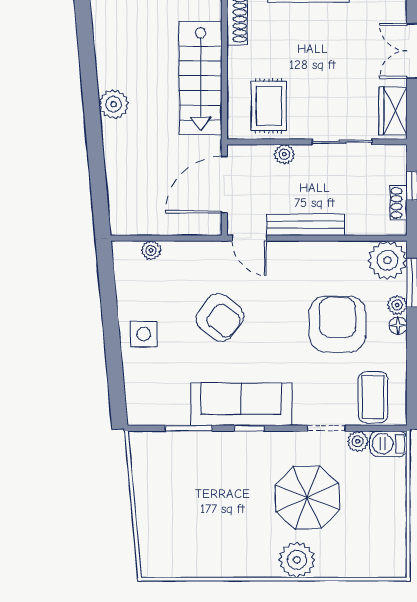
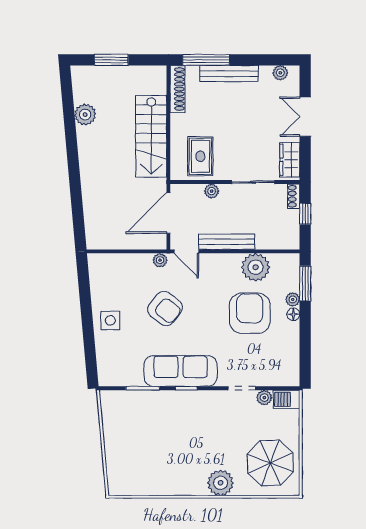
plant: (114, 104) -> (85, 115), moved
shoe rack: (399, 203) -> (294, 196), moved
plant: (151, 250) -> (160, 260), moved
plant: (387, 260) -> (256, 267), moved
coffee table: (373, 397) -> (275, 366), removed
parasol: (307, 498) -> (270, 463), moved

